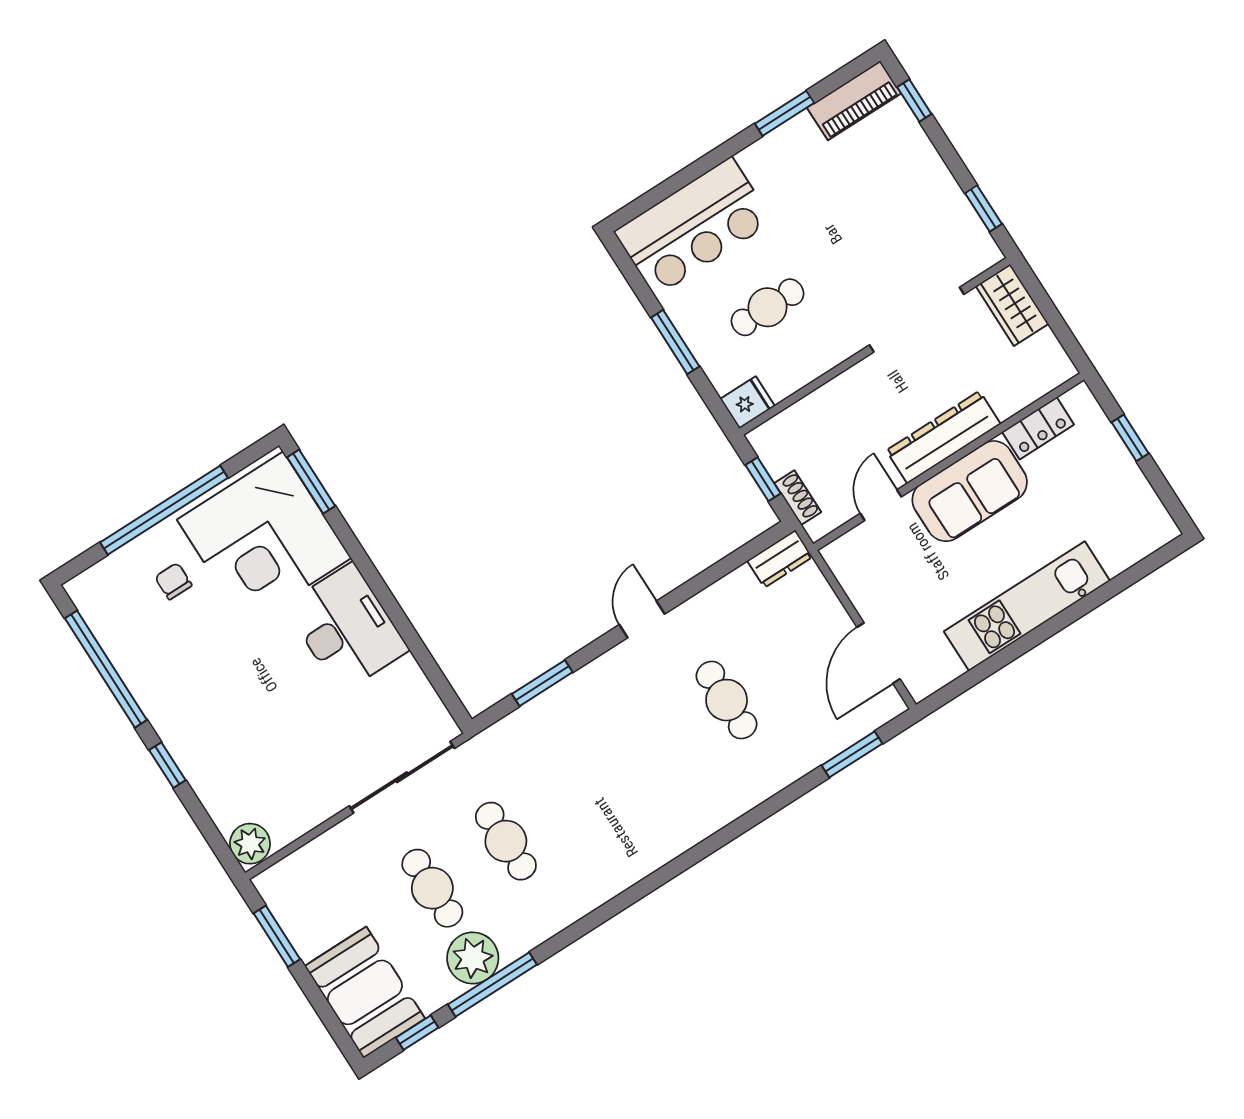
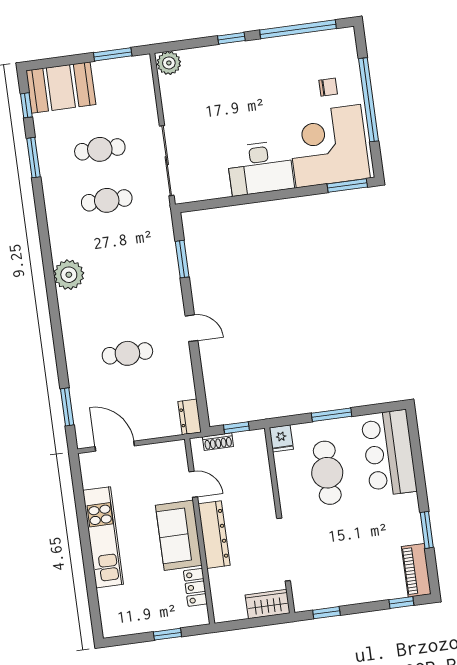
cafe table: (767, 307) -> (327, 473), width x1.37, depth x1.35
plant: (473, 958) -> (69, 275), moved
window: (492, 984) -> (33, 158), width x0.69

